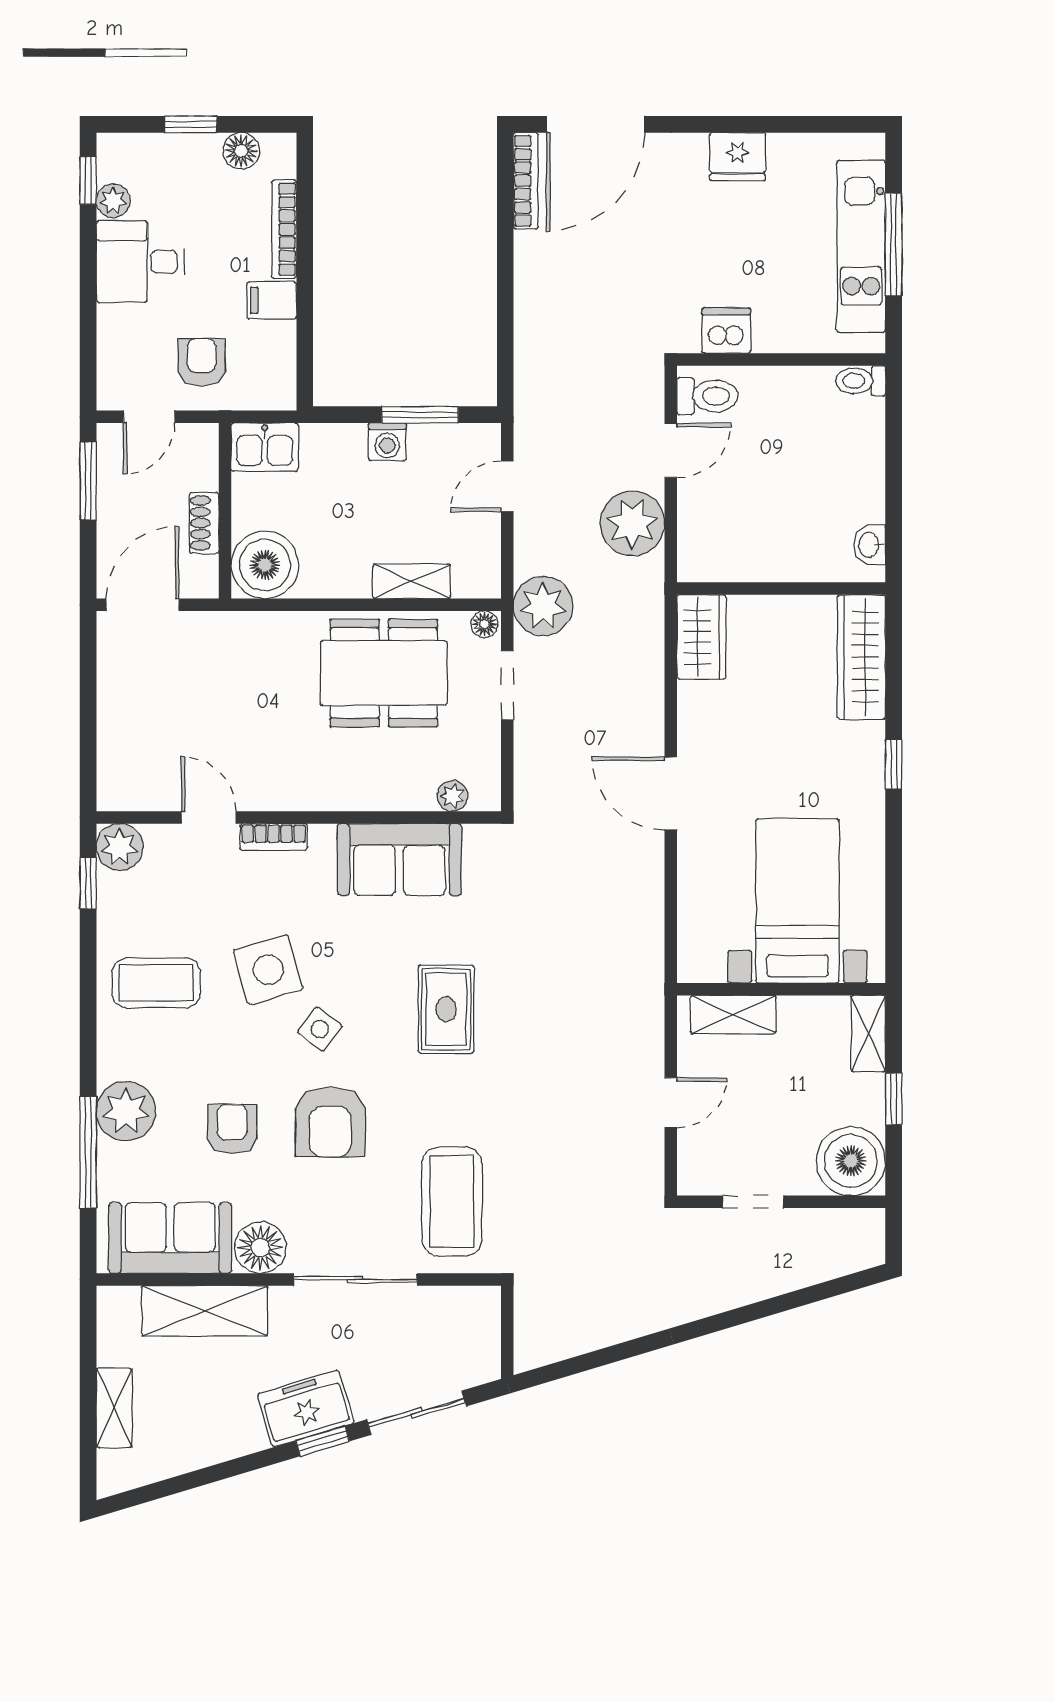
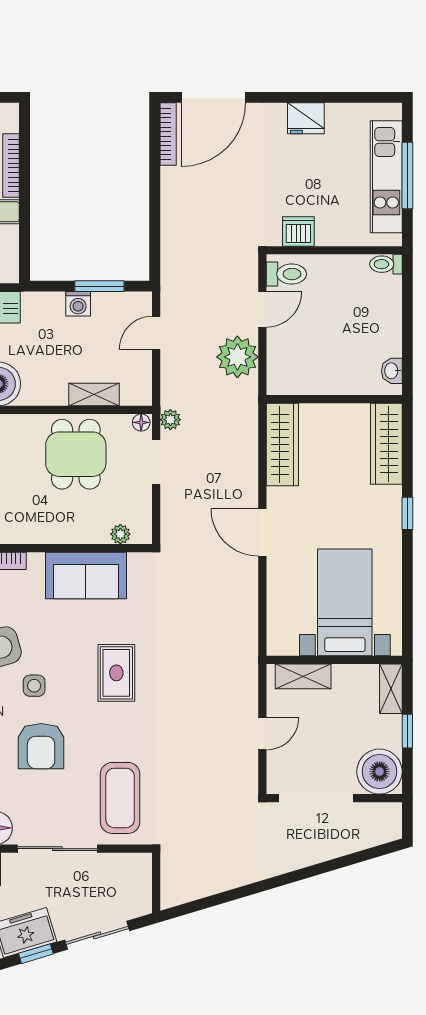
plant: (543, 606) -> (170, 420), width x0.53, depth x0.53
wardrobe: (701, 637) -> (282, 444), width x1.50
dining table: (384, 673) -> (76, 454), width x0.73
side table: (320, 1029) -> (34, 686), turned -37
doorway: (753, 1202) -> (316, 798), width x1.87

